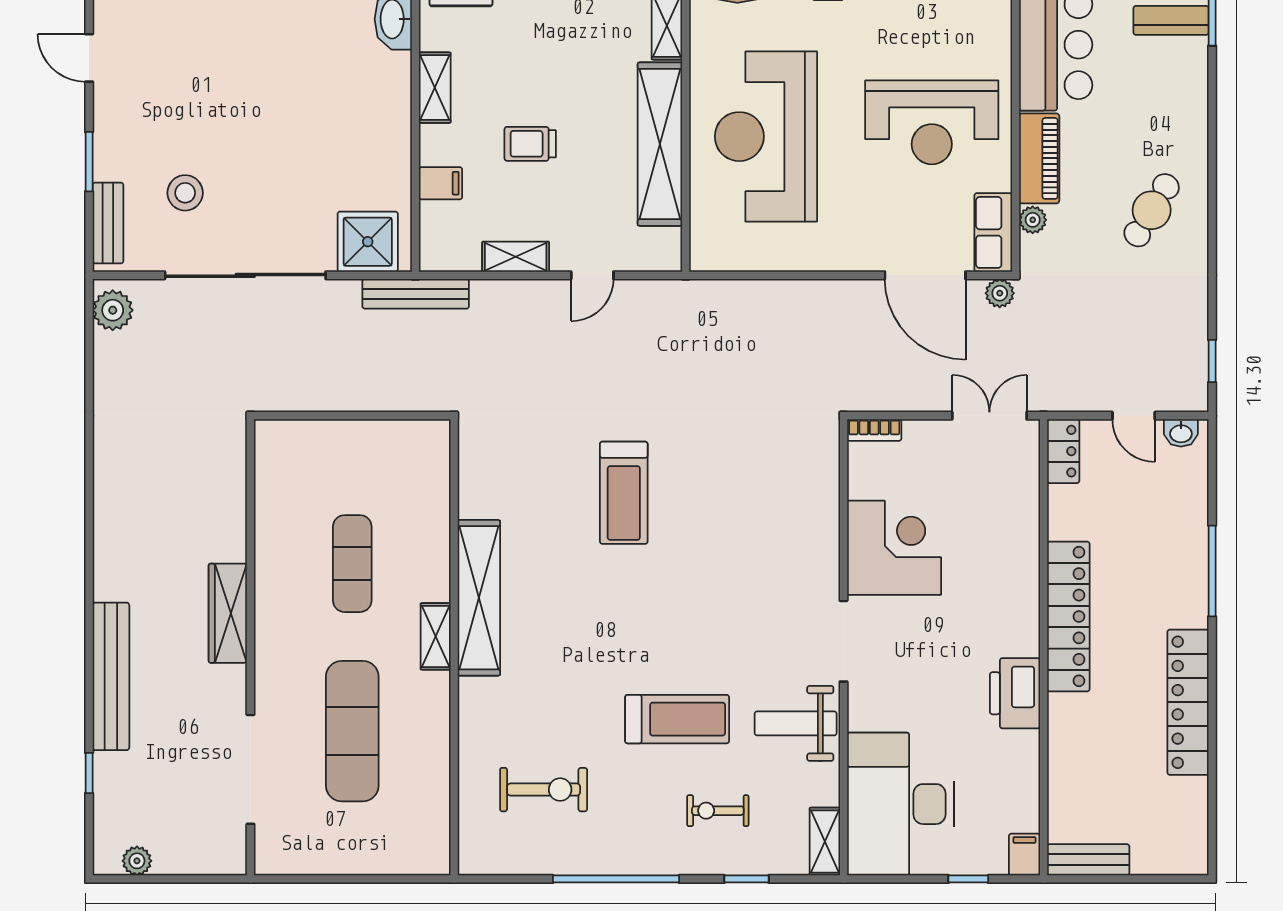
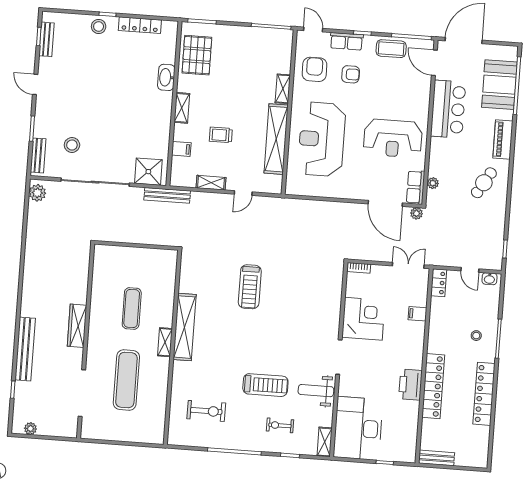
piano: (1039, 158) -> (503, 139), moved, turned 180
stool: (1160, 568) -> (476, 336), added
locker: (1068, 616) -> (433, 386), moved
filing cabinet: (1024, 855) -> (417, 314), moved, turned -90

